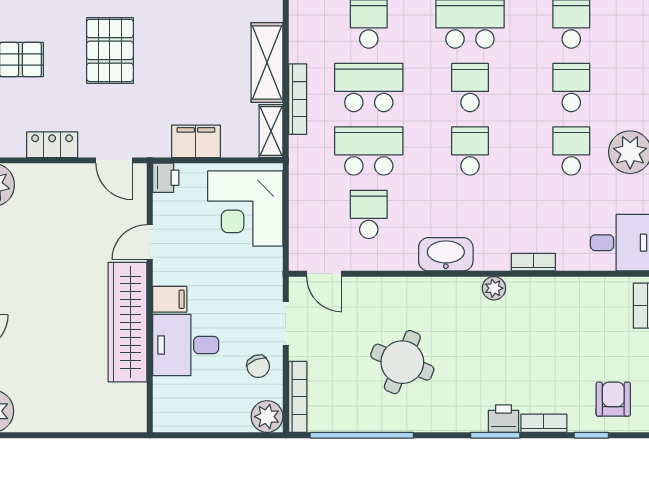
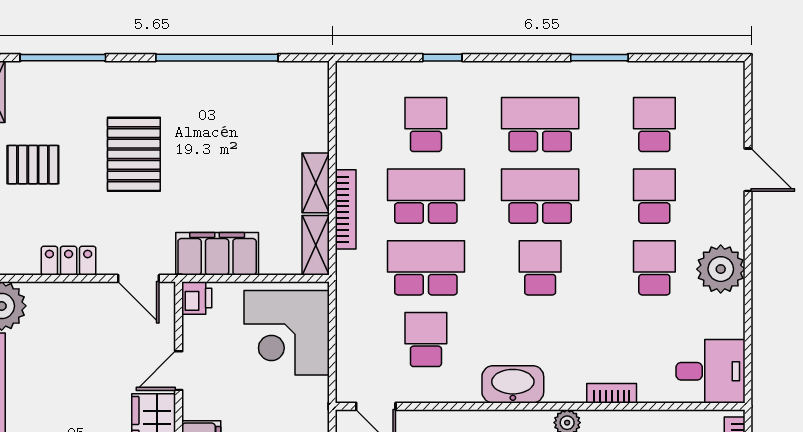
shelving: (267, 62) -> (316, 183), width x0.67, depth x0.75
school desk: (470, 88) -> (540, 196), width x1.85
filing cabinet: (196, 141) -> (217, 254), width x1.50, depth x1.17

